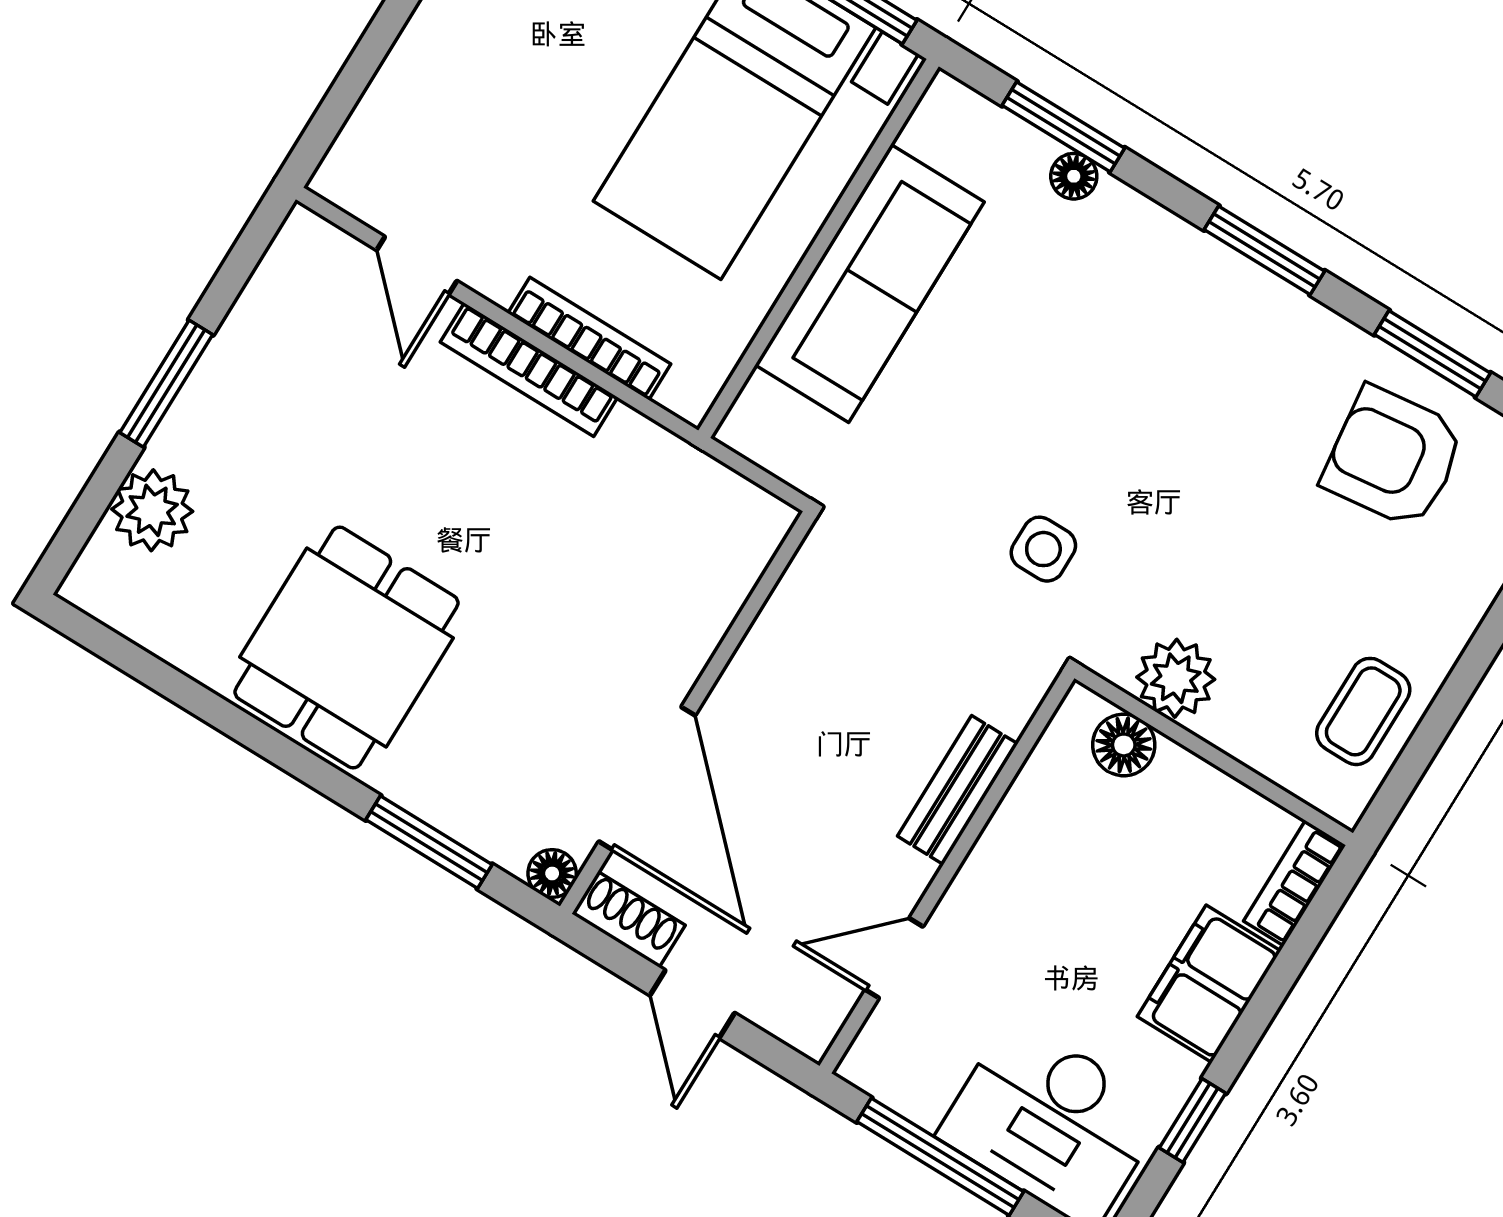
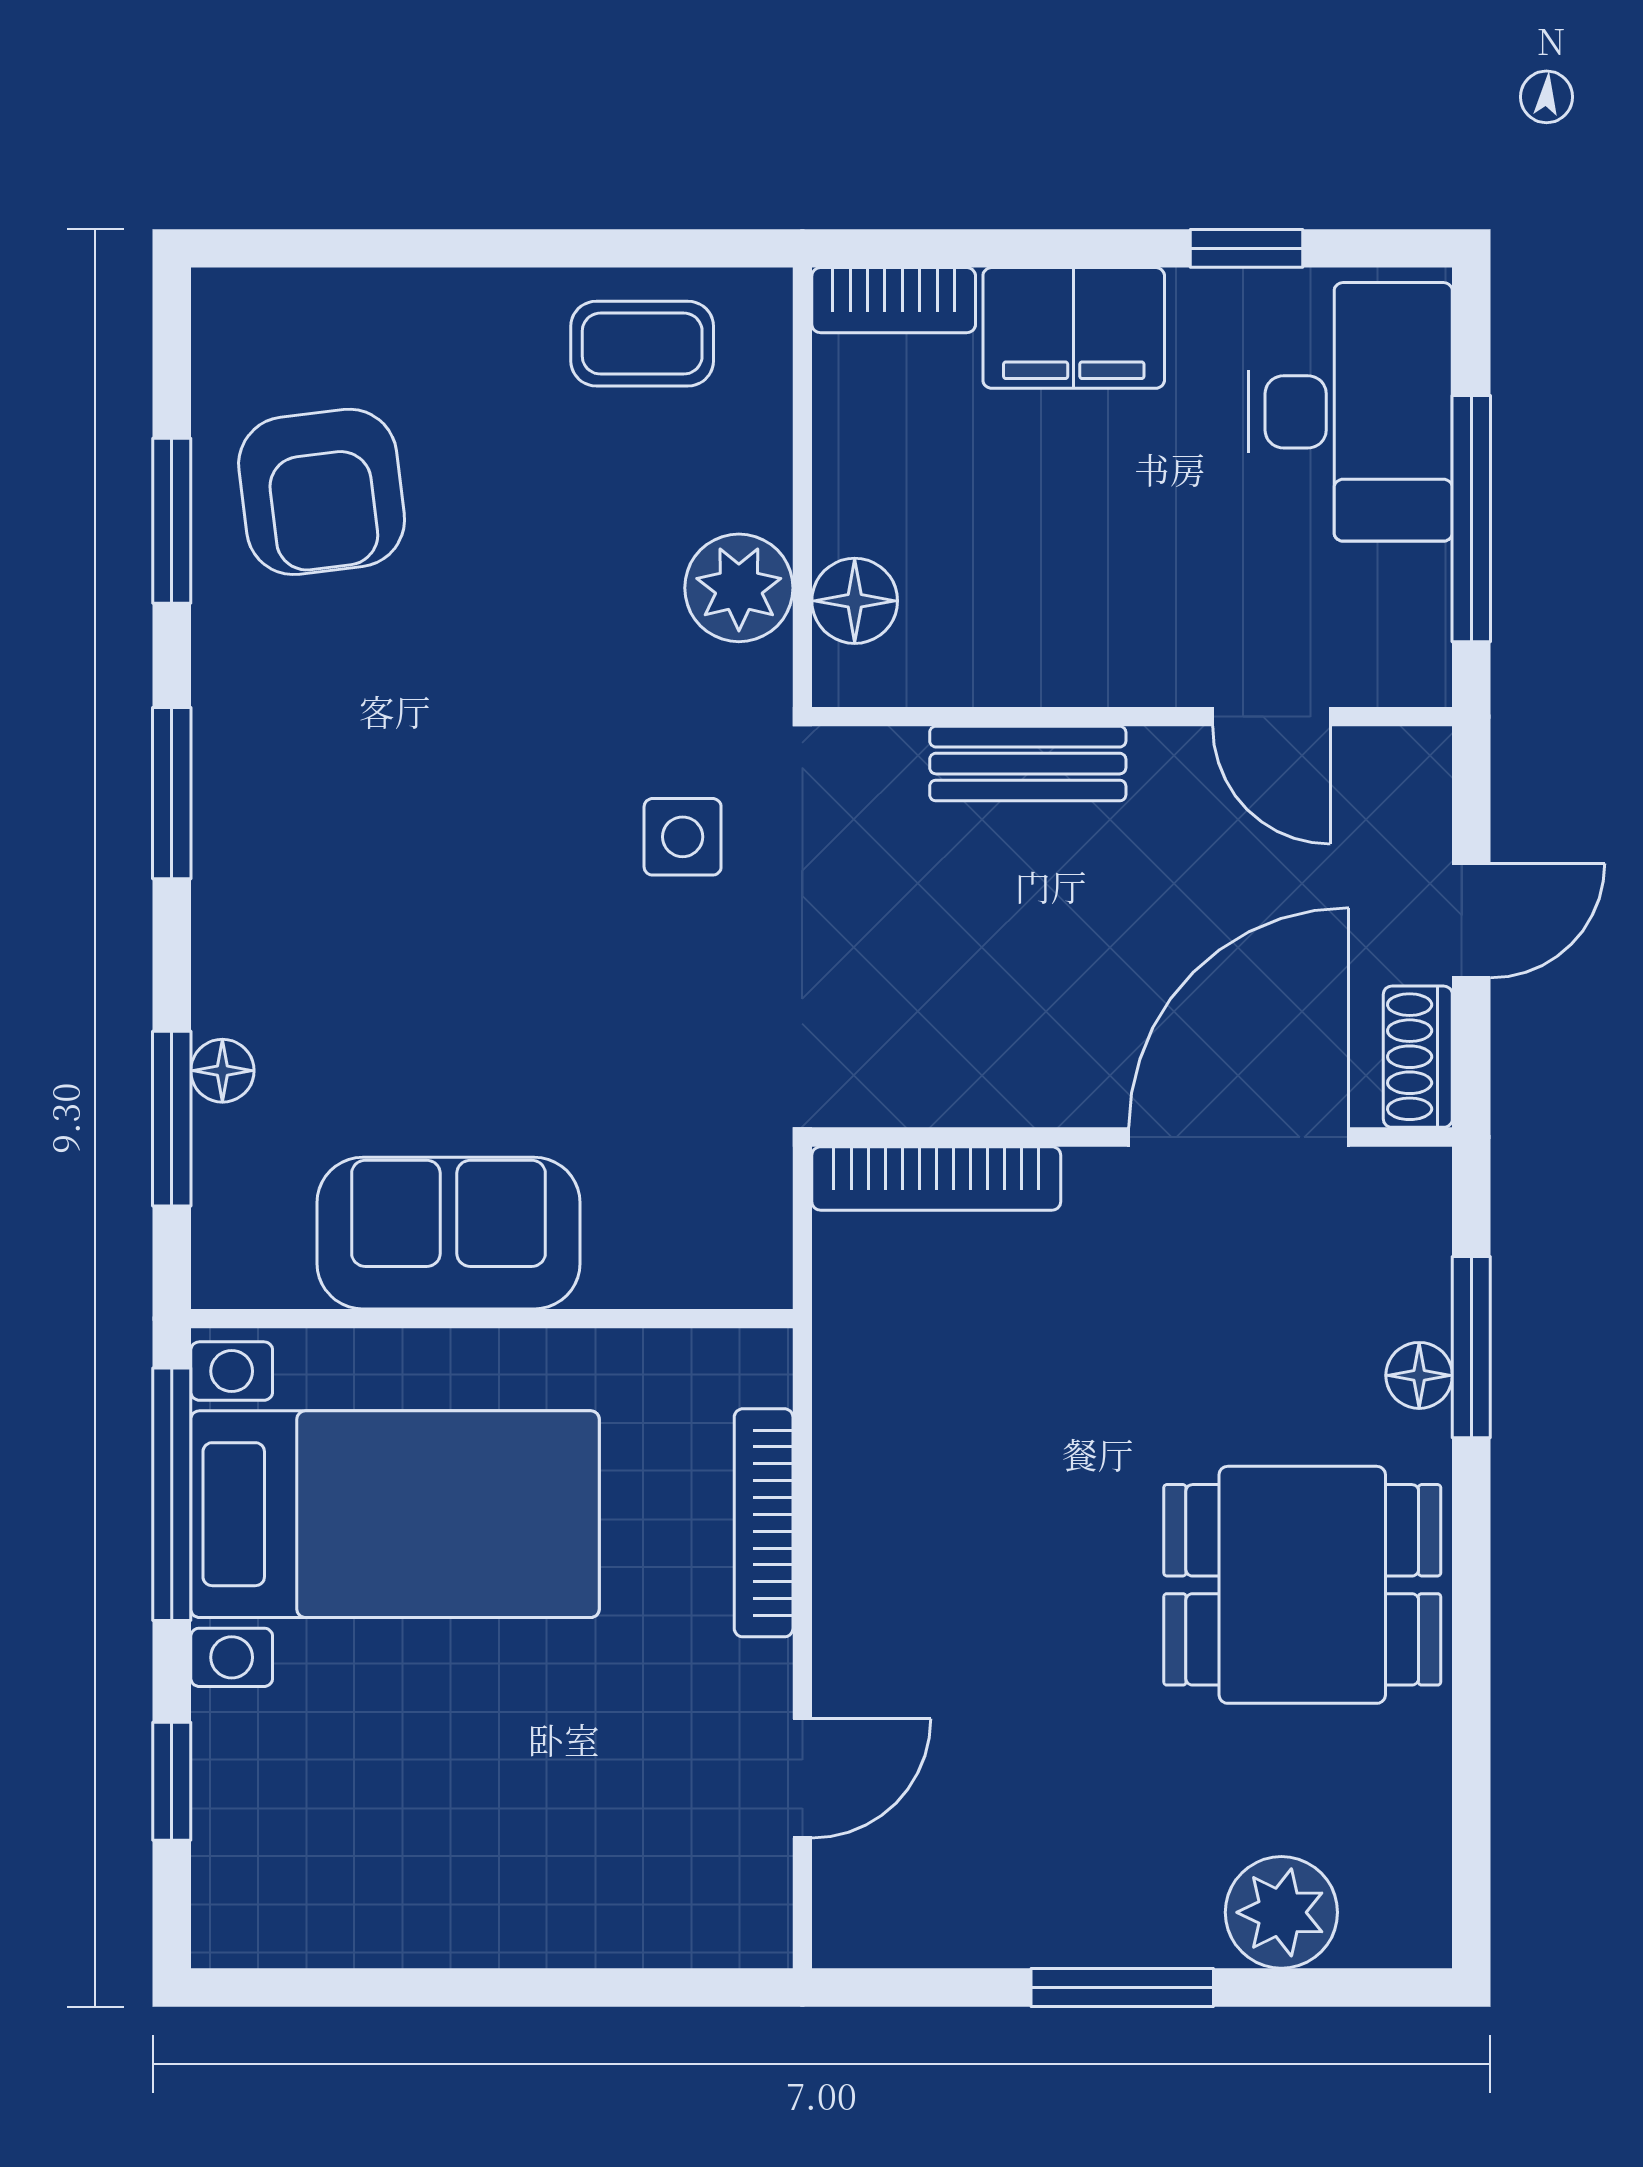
sofa: (870, 283) -> (449, 1233), width x0.73
bookcase: (529, 370) -> (936, 1178), moved, turned 90
floor lamp: (552, 873) -> (1419, 1375), moved

